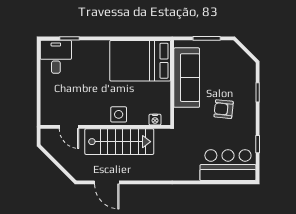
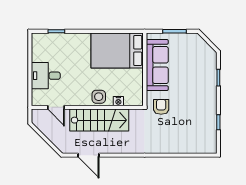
desk: (56, 57) -> (46, 76), moved, turned -90
armchair: (224, 109) -> (161, 107), moved, turned 84
nightstand: (155, 120) -> (118, 101), moved
bar counter: (228, 165) -> (193, 140), removed

